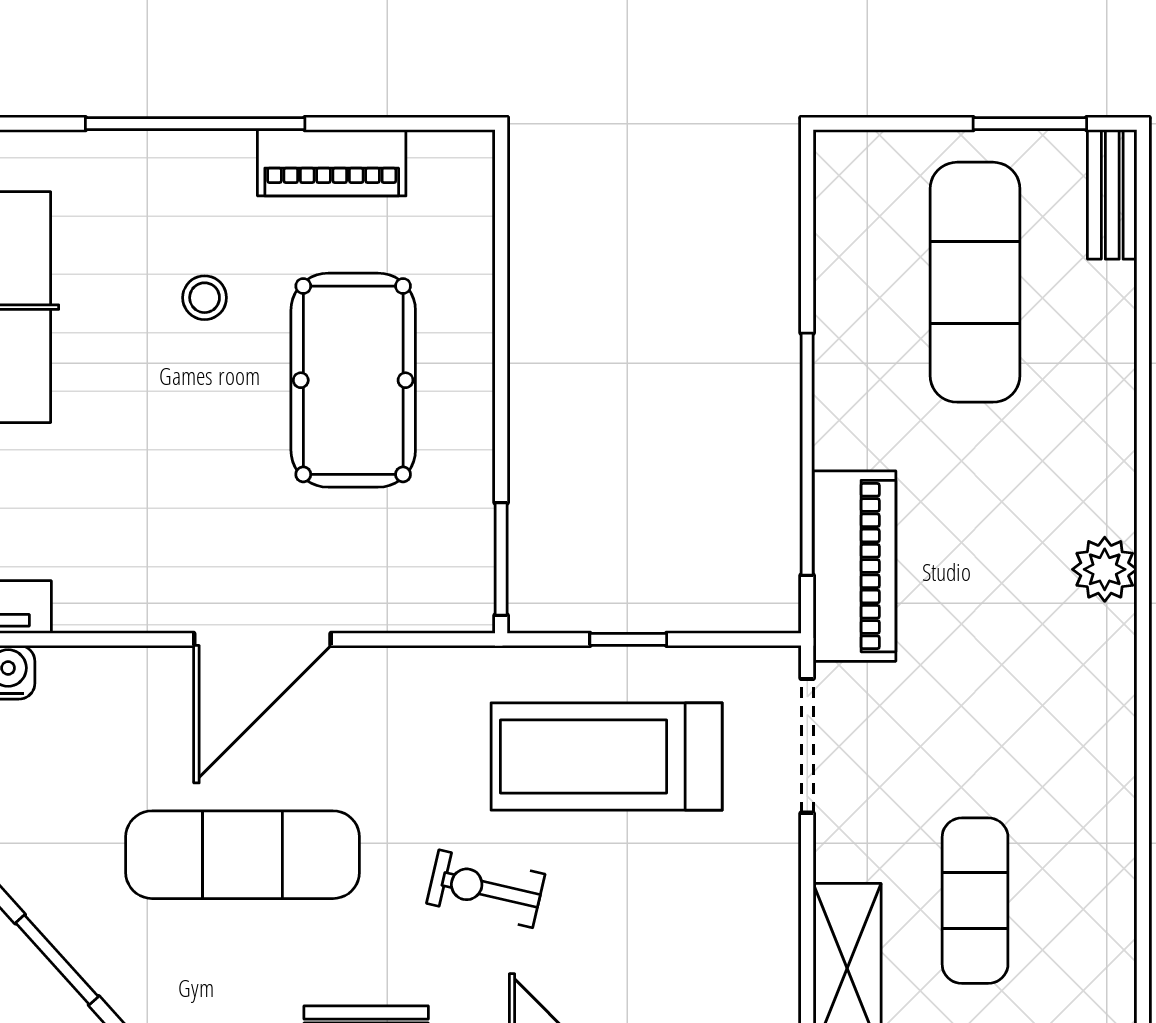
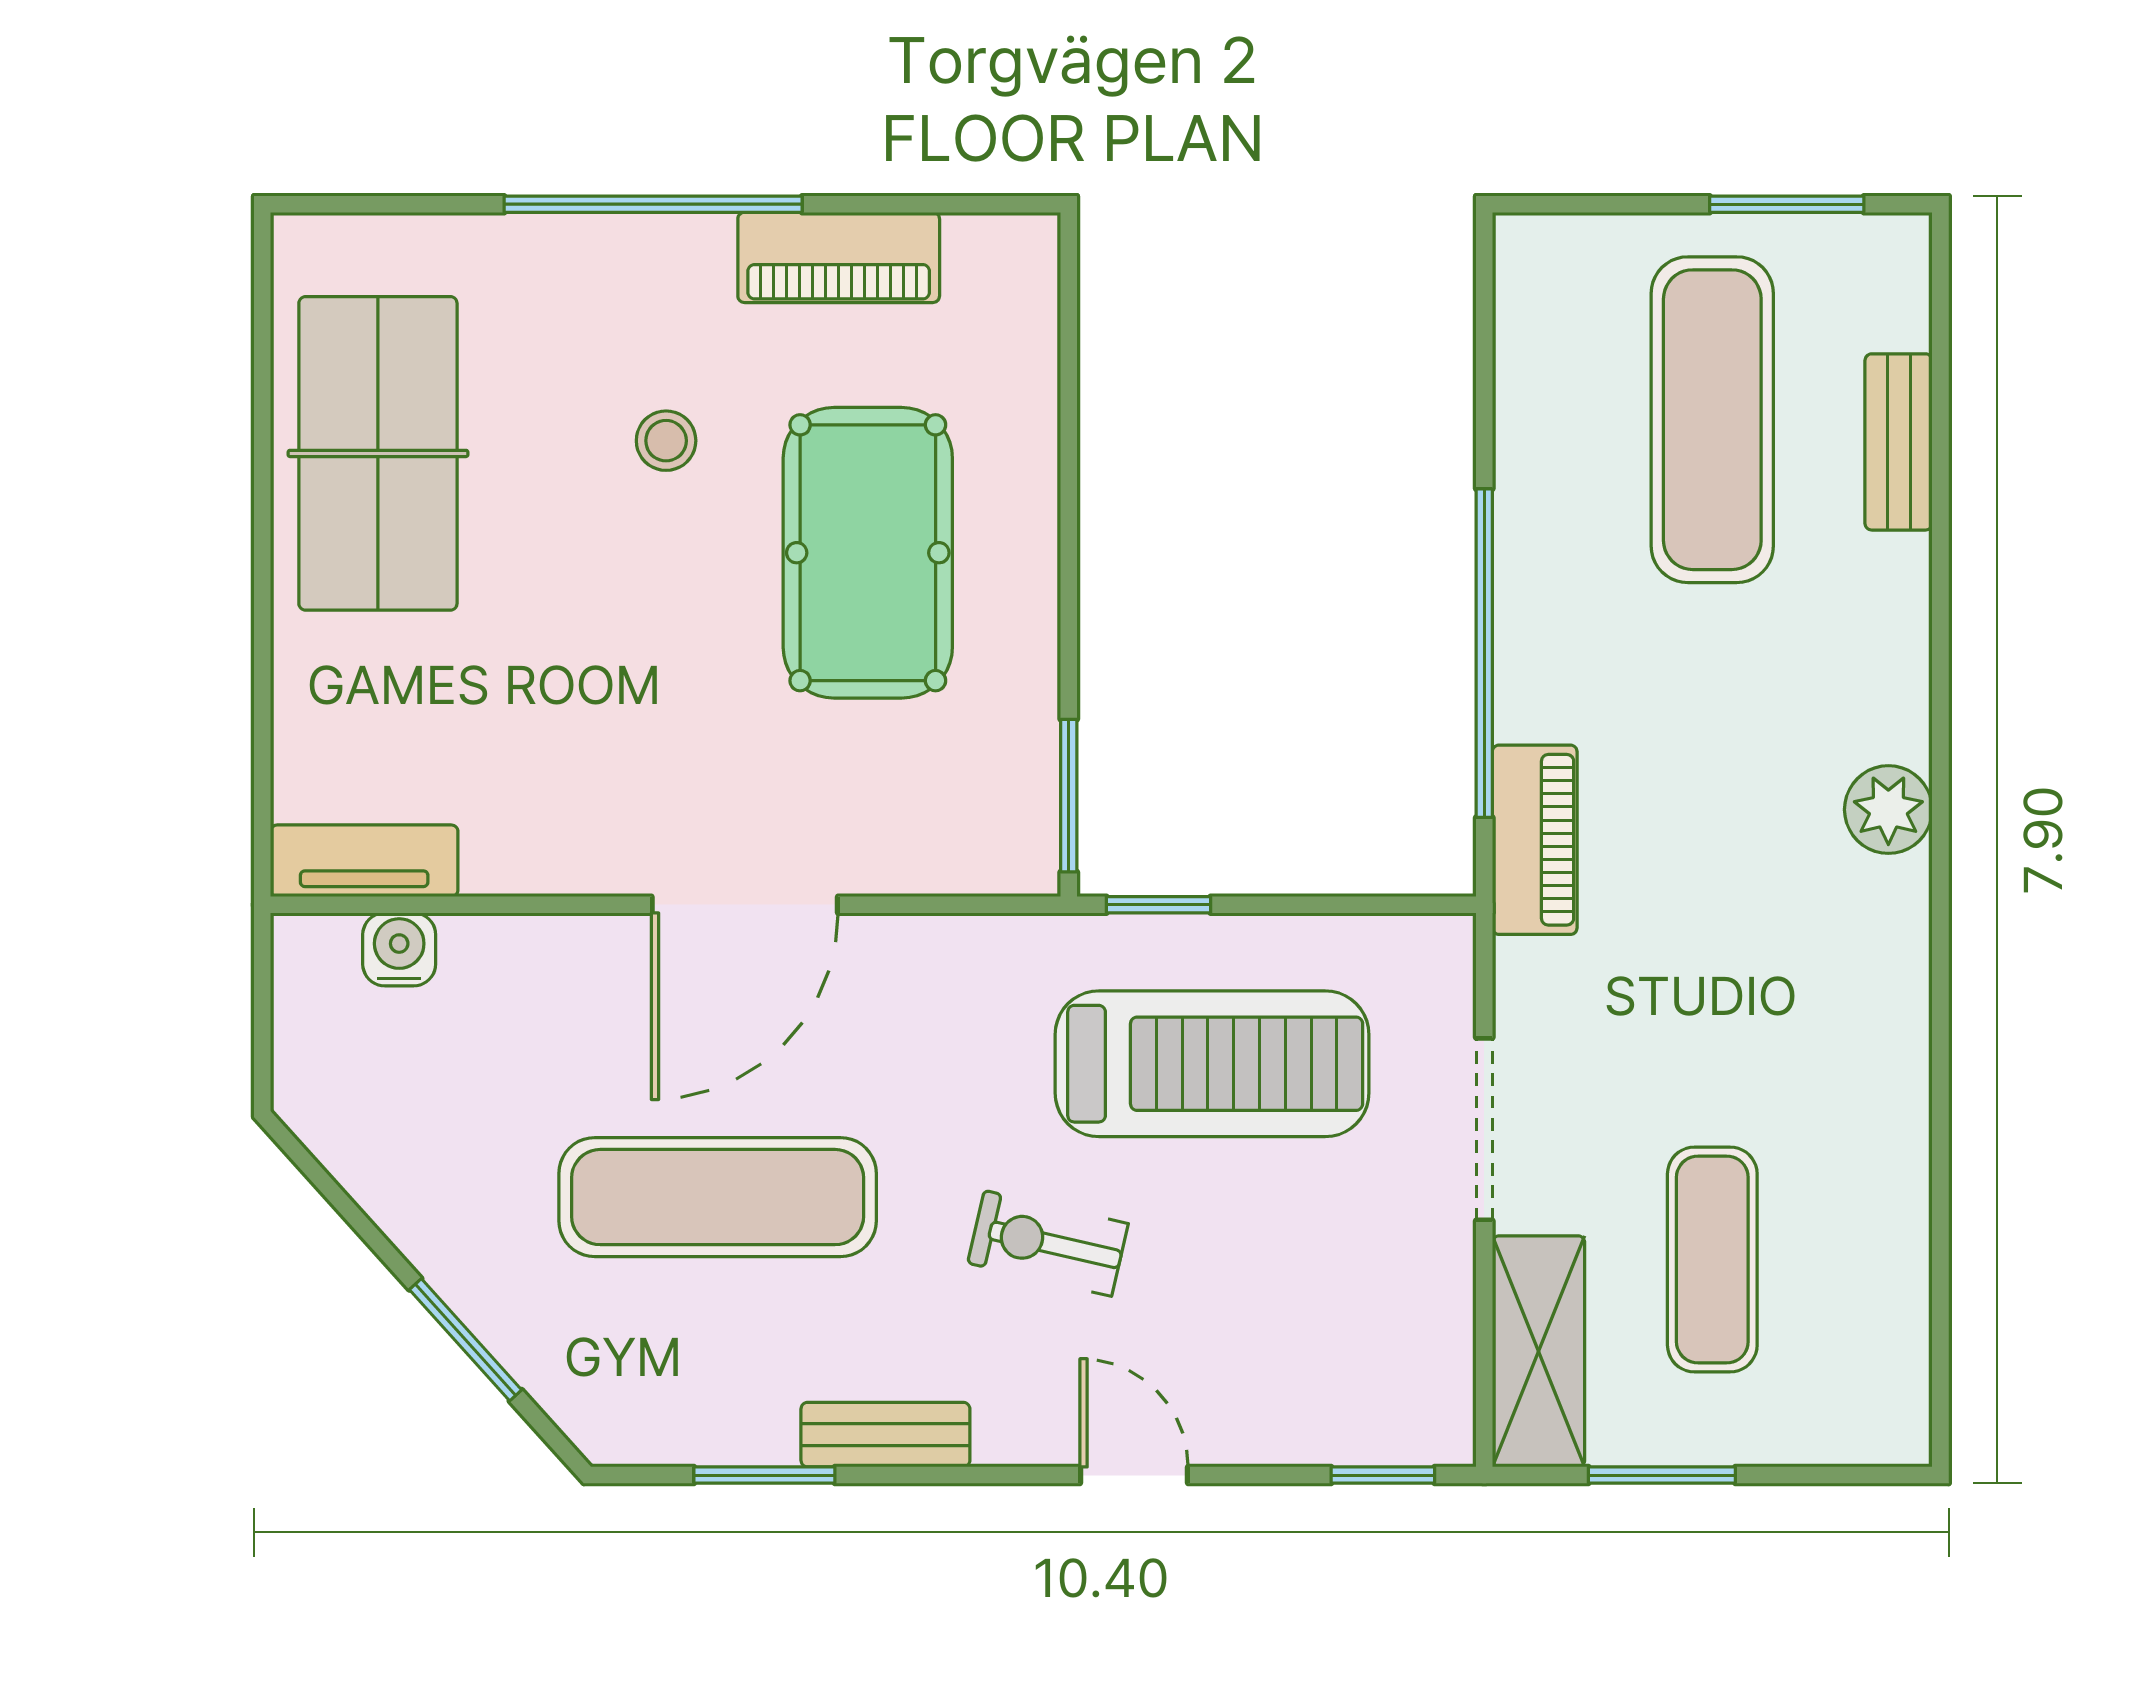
bench: (1112, 194) -> (1899, 442), moved
piano: (854, 566) -> (1535, 840), width x0.73, depth x0.75
window: (628, 639) -> (1158, 905), moved
doorway: (807, 746) -> (1484, 1129), moved
treadmill: (607, 756) -> (1212, 1064), turned 180

